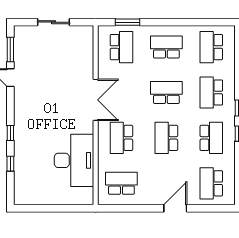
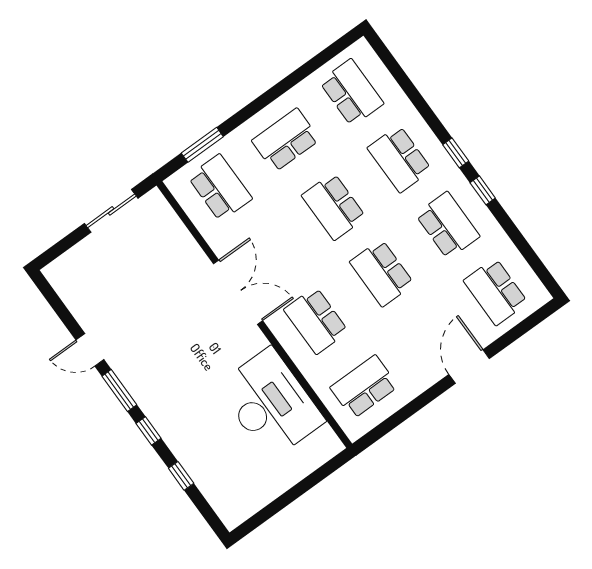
sliding door: (54, 22) -> (111, 211), moved
school desk: (211, 47) -> (351, 92), turned 180
window: (10, 50) -> (119, 391), moved
school desk: (166, 92) -> (334, 207), turned -90

